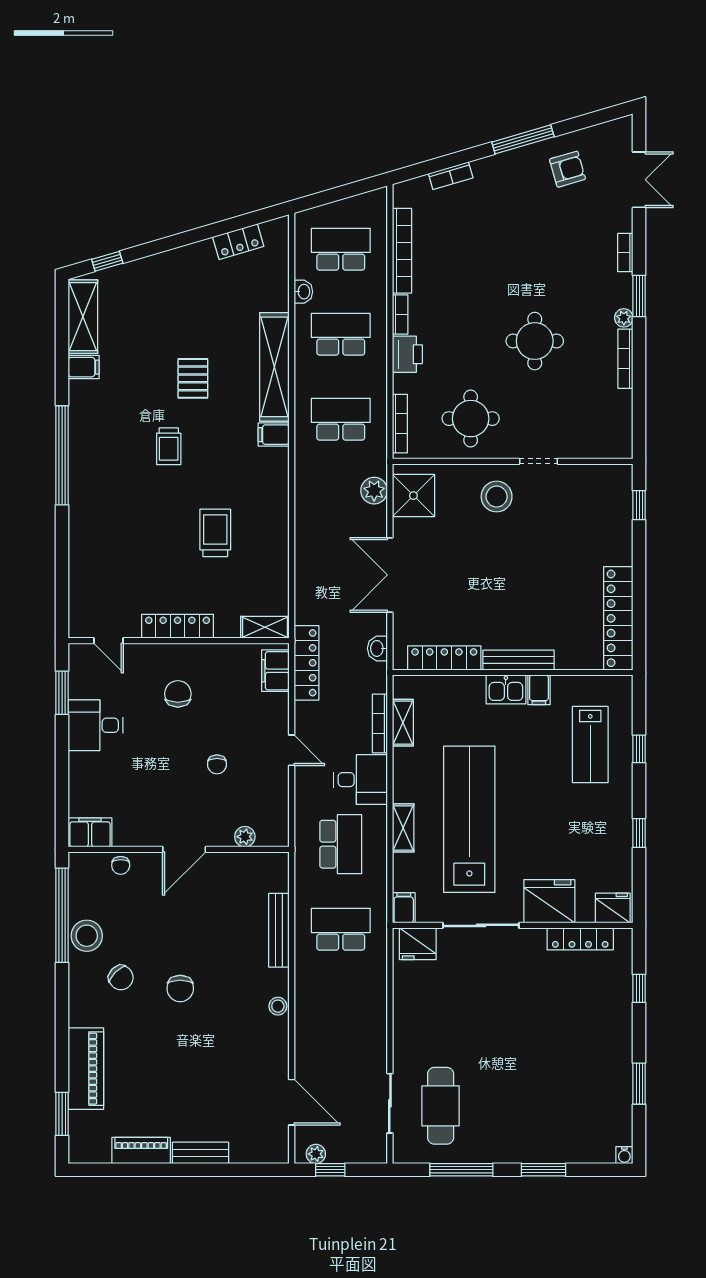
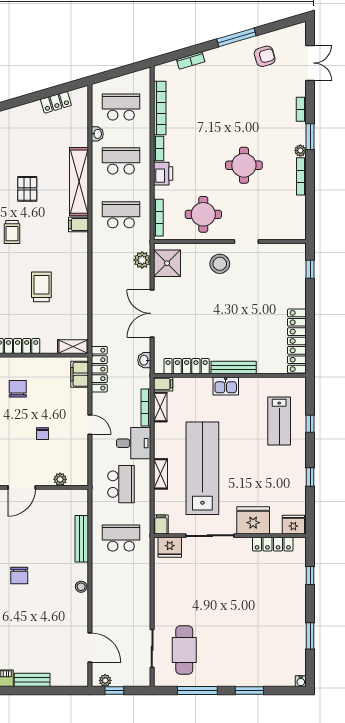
filing cabinet: (539, 690) -> (163, 384), moved, turned -90

